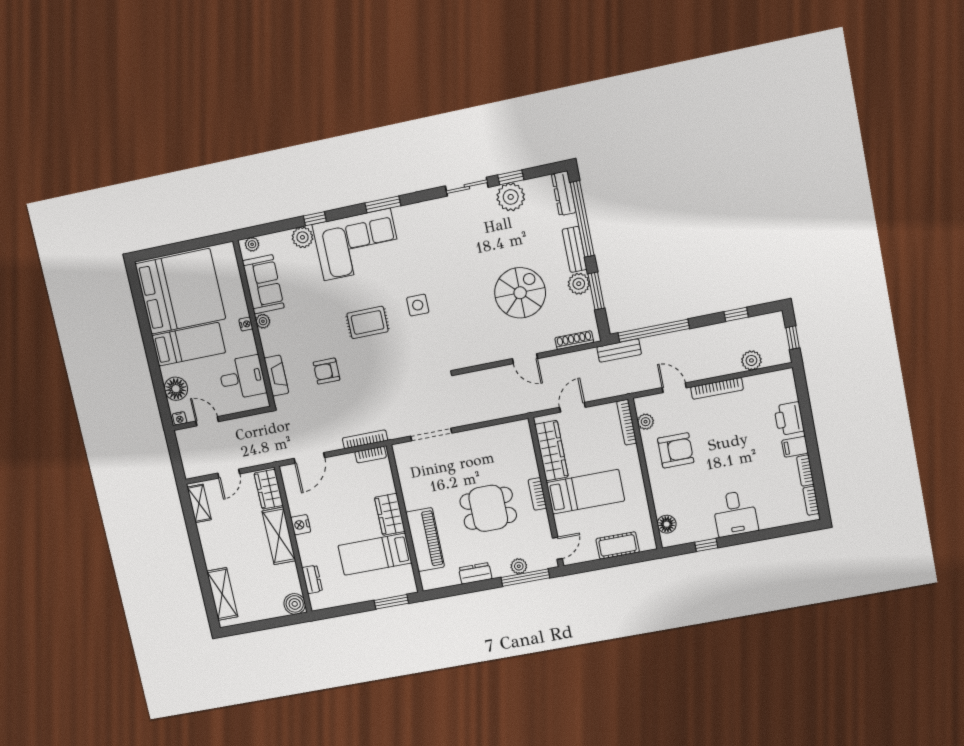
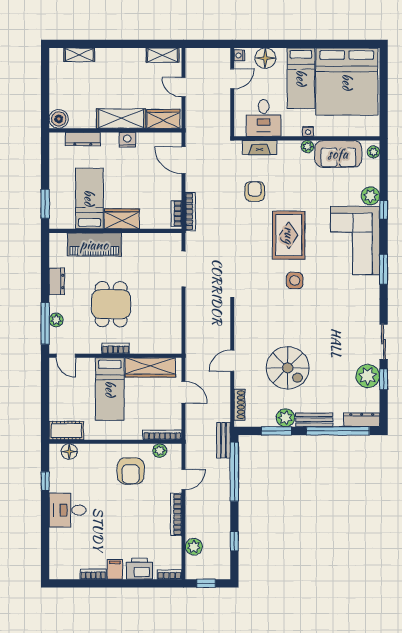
rug: (367, 322) -> (289, 235), width x1.36, depth x1.43
bookcase: (811, 501) -> (169, 574), moved
cot: (618, 545) -> (66, 430), moved, turned 90
dresser: (312, 579) -> (83, 139), width x1.44
shelving: (222, 594) -> (79, 55), width x0.67, depth x0.75

